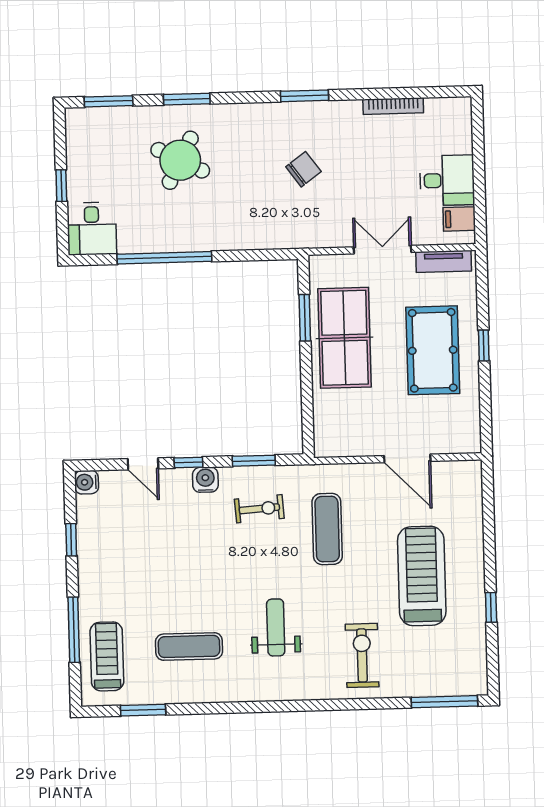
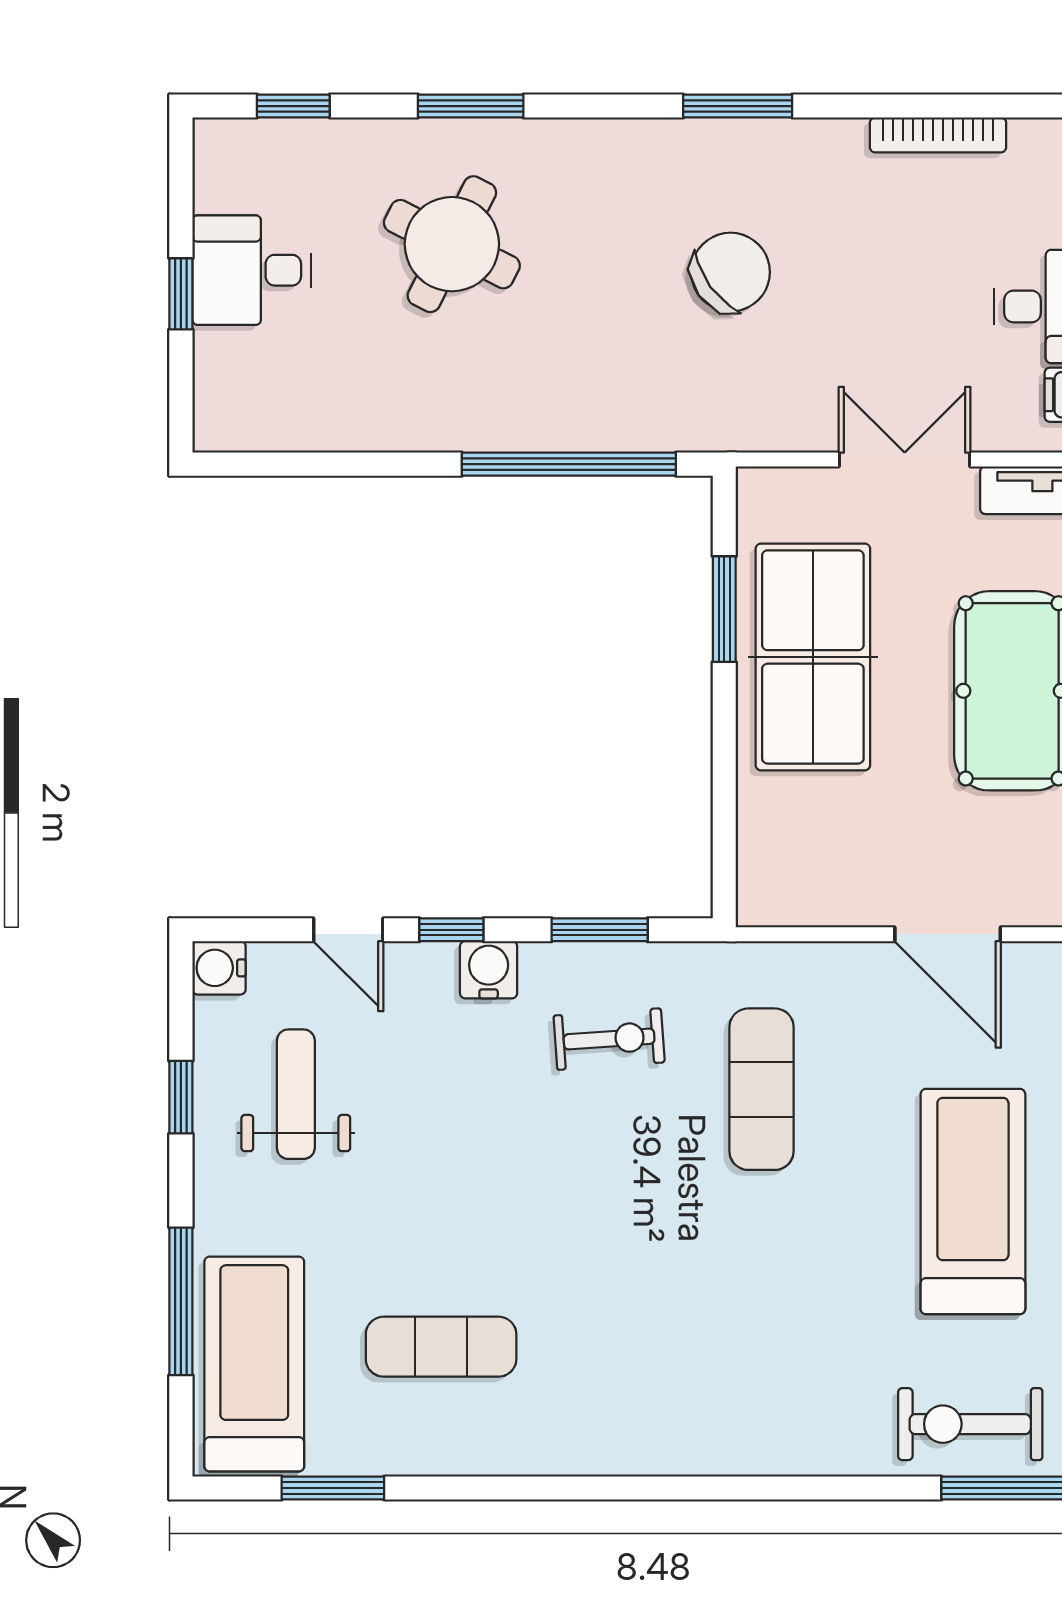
window: (109, 101) -> (293, 106), width x0.67
chair: (303, 169) -> (731, 272), width x1.37, depth x1.37
desk: (92, 229) -> (251, 270), moved, turned 90
window: (164, 258) -> (569, 464), moved
weight bench: (276, 627) -> (296, 1094), moved
exercise bike: (362, 655) -> (970, 1424), moved, turned -90
treadmill: (107, 656) -> (254, 1364), width x1.37, depth x1.38

